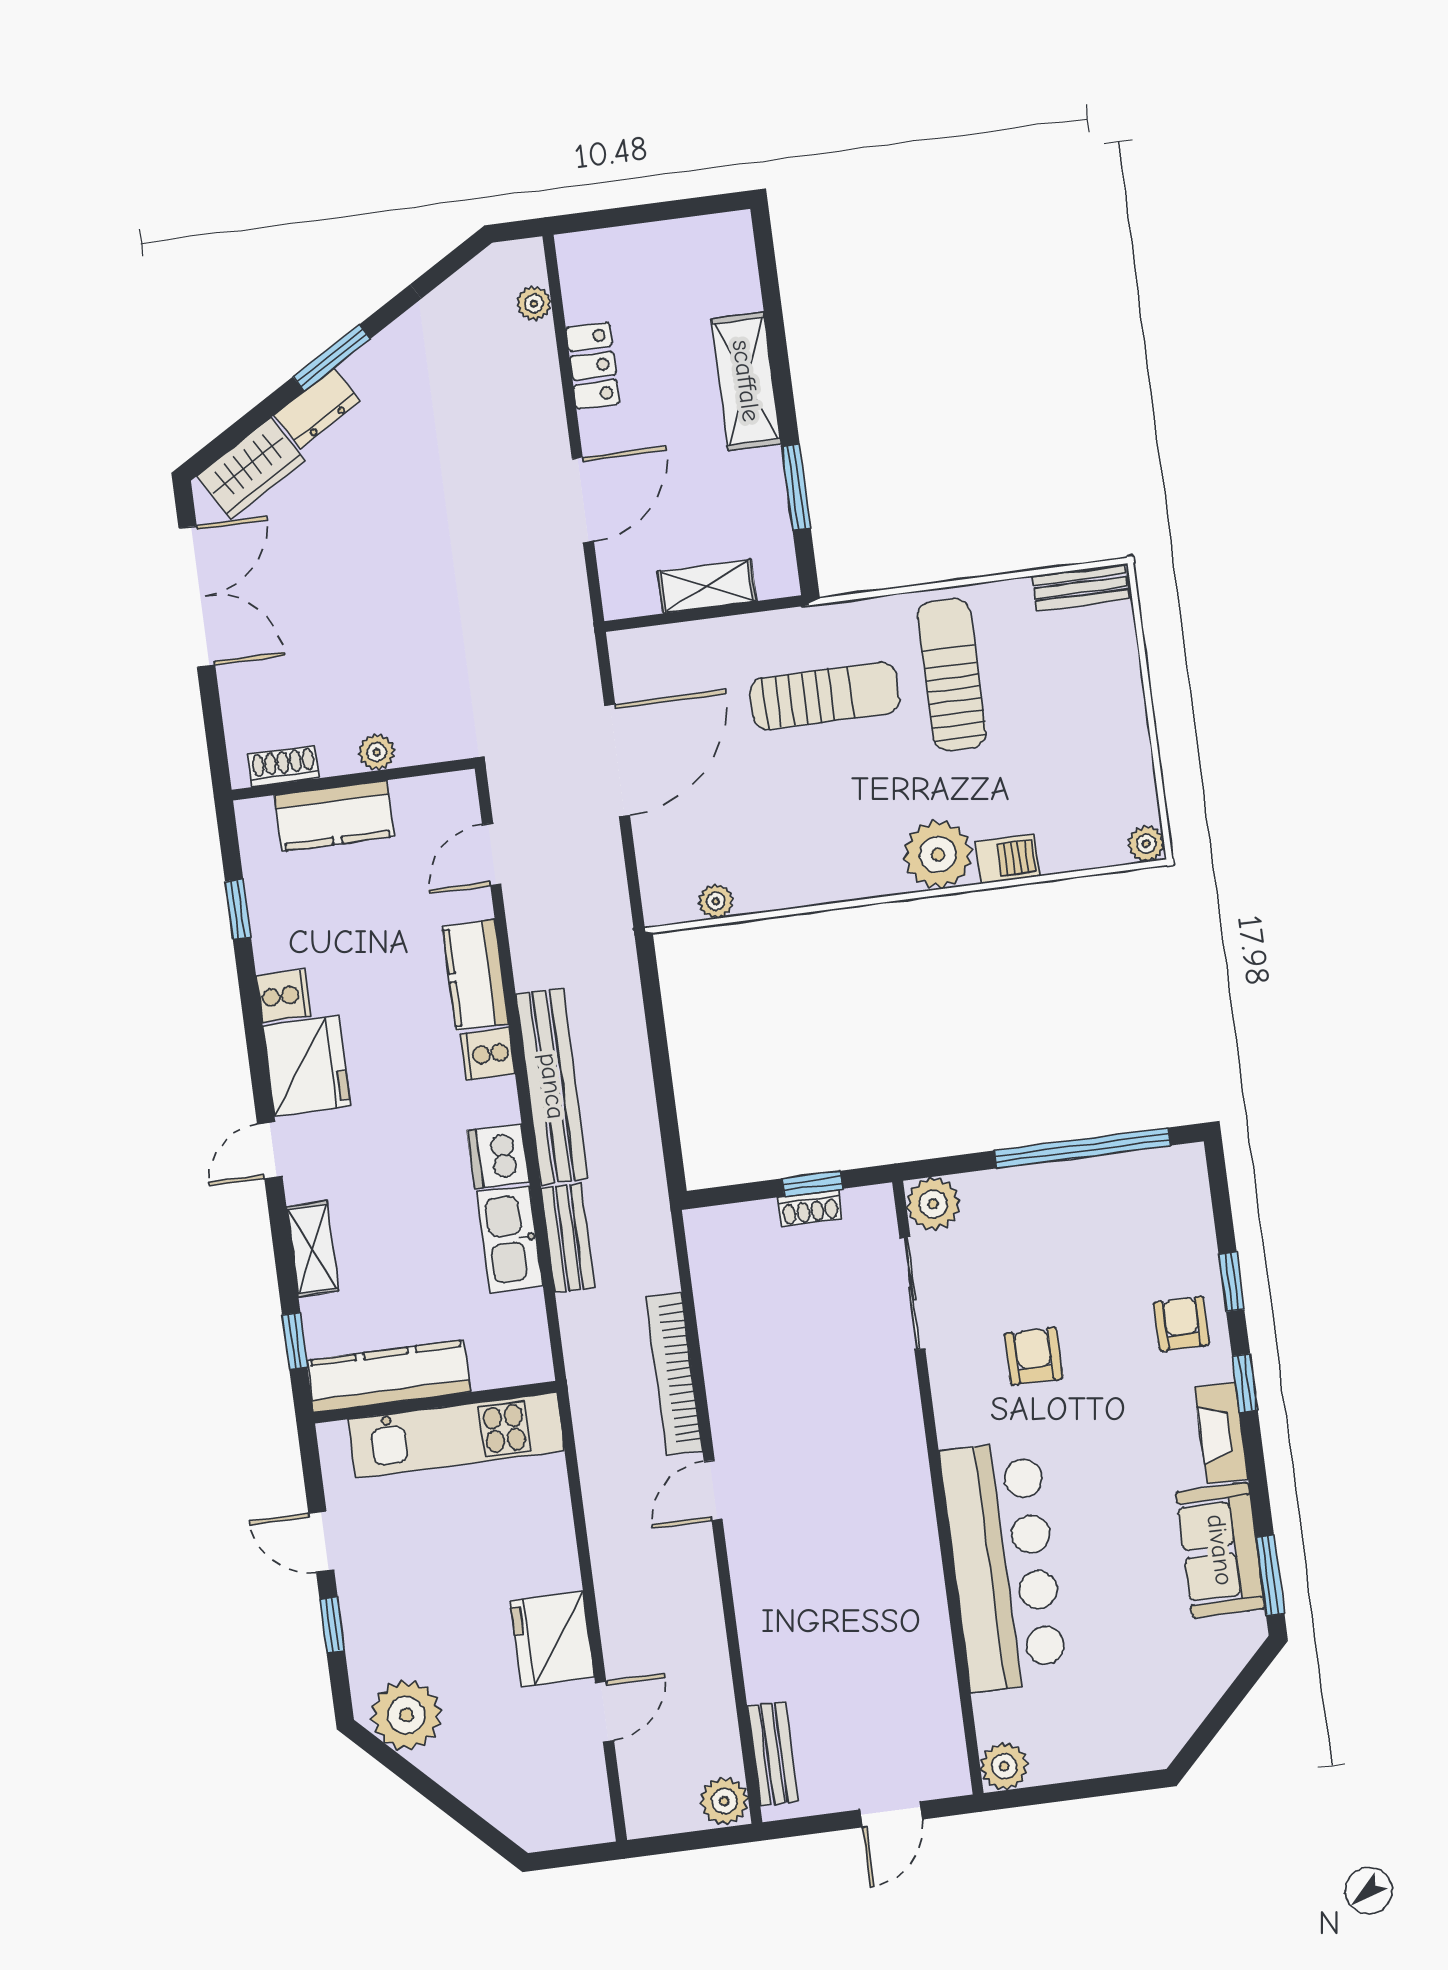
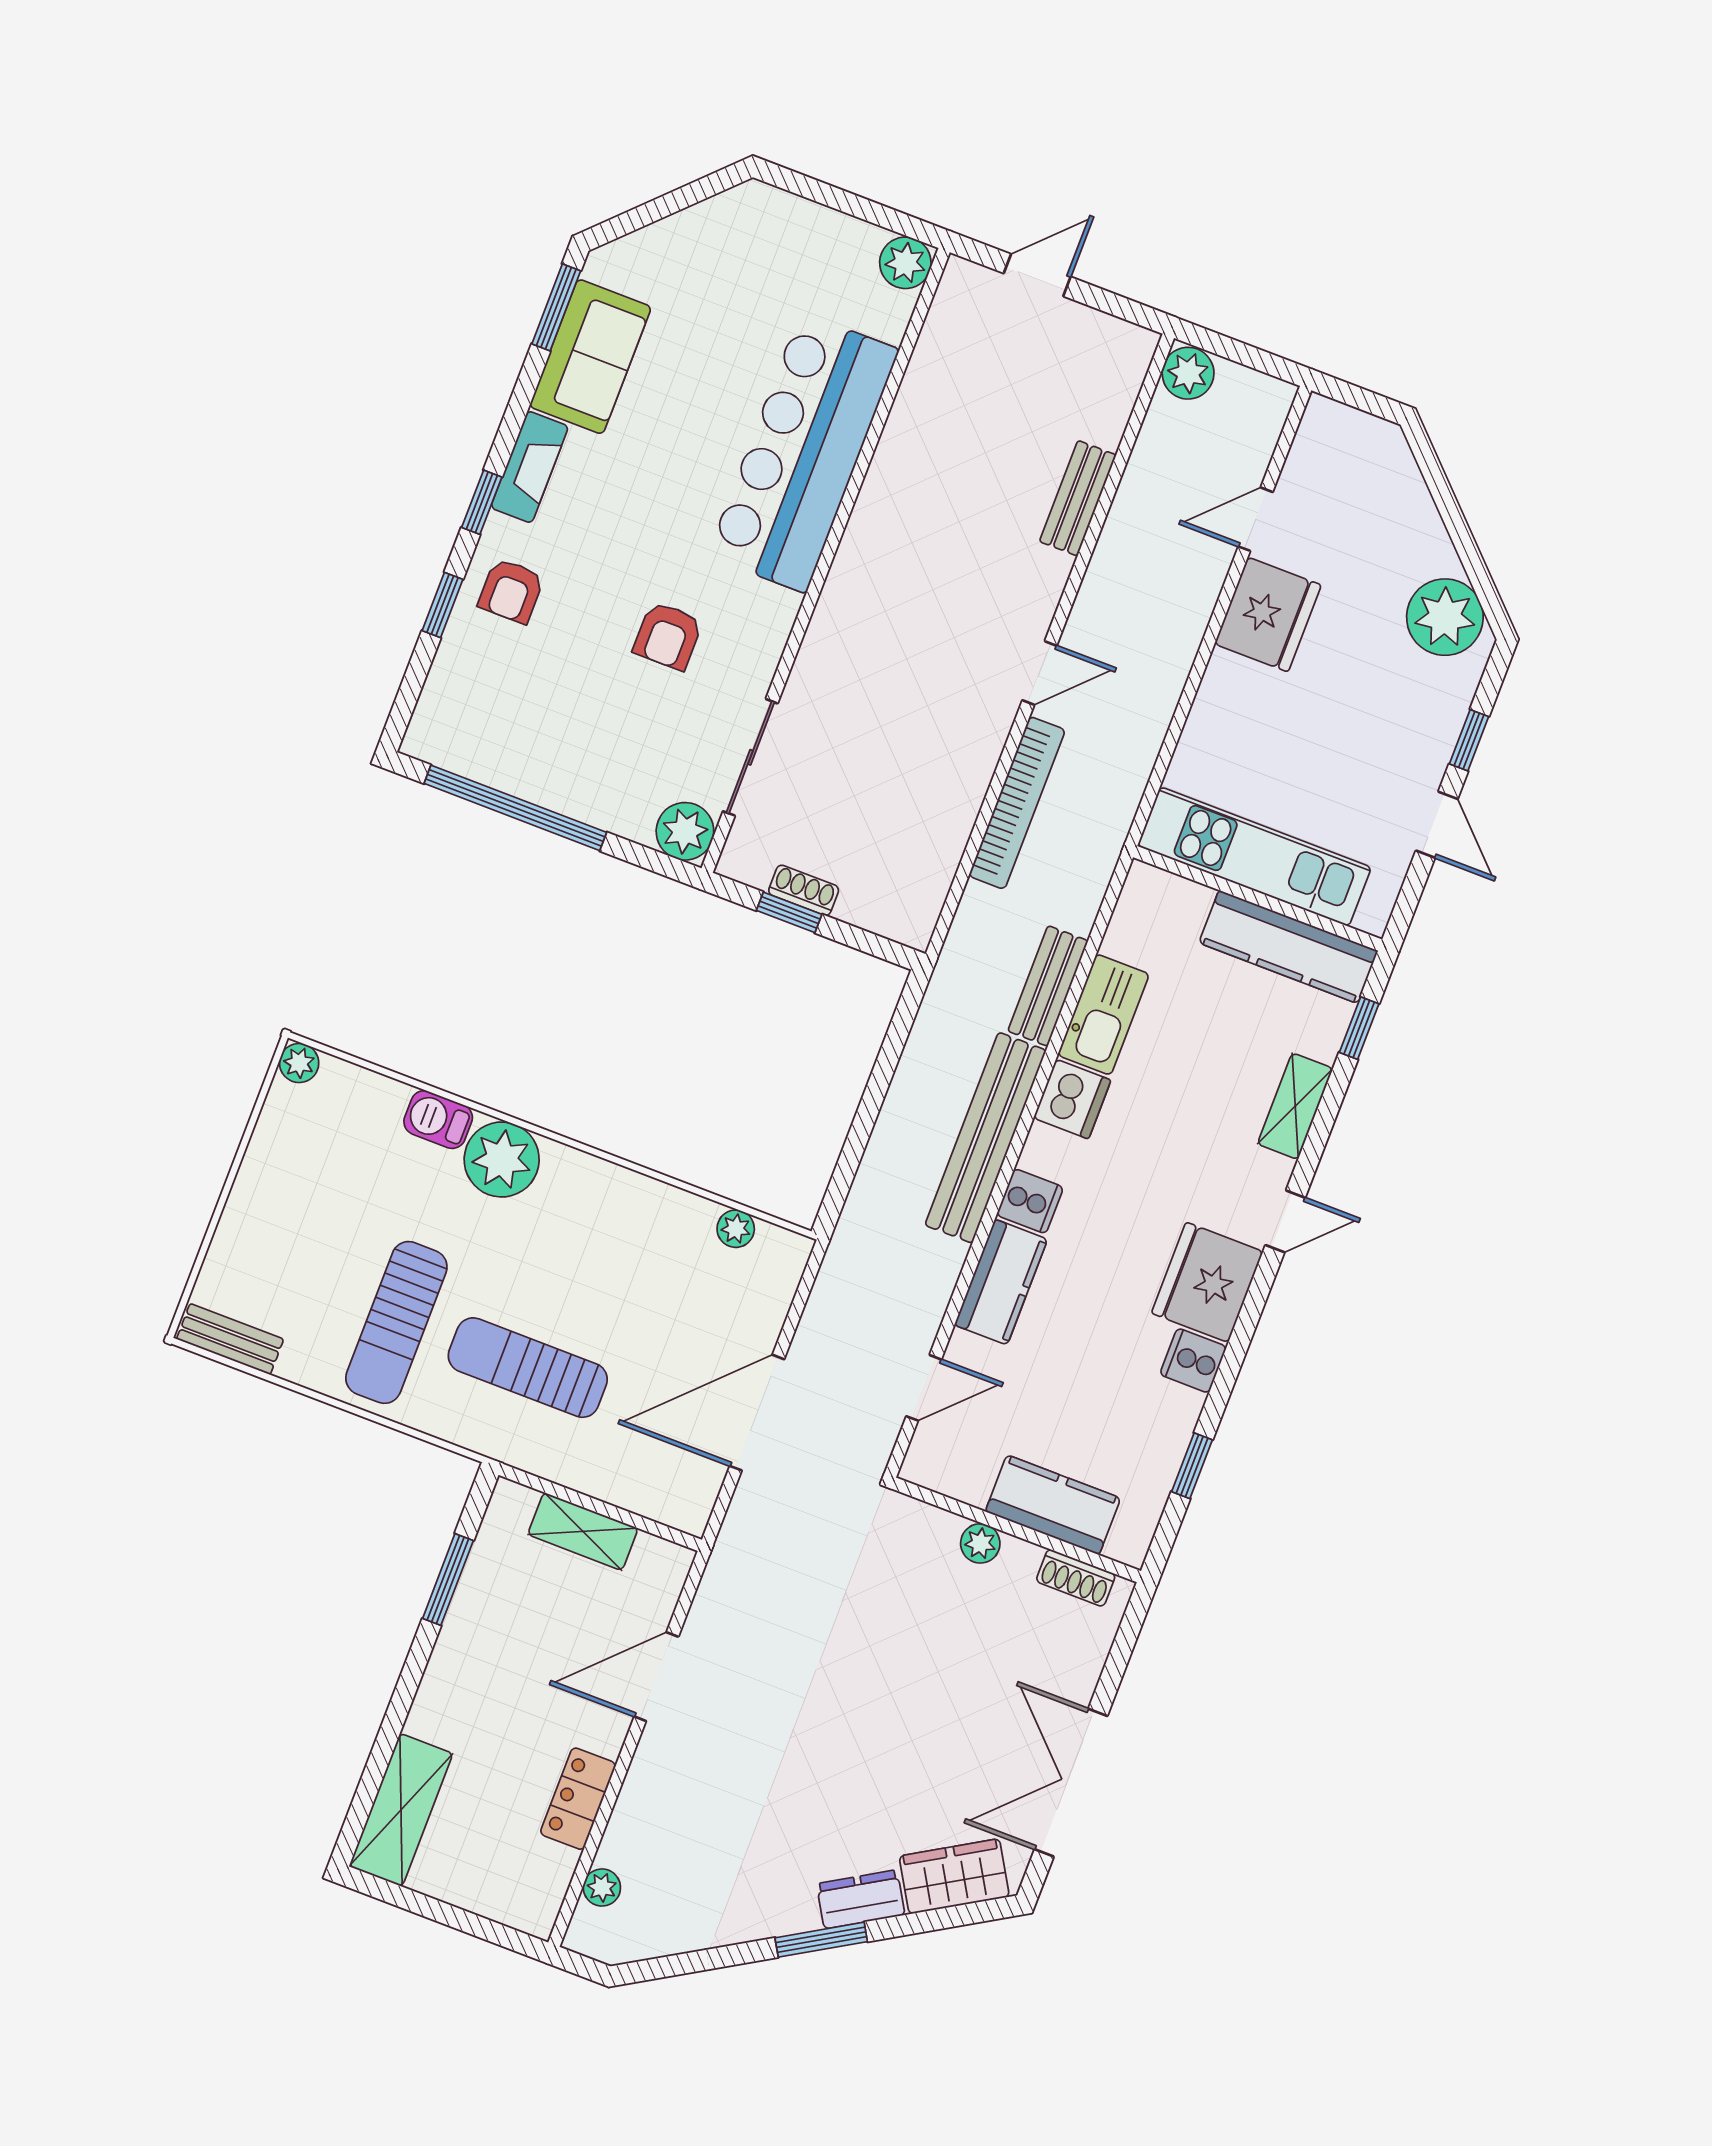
shelving: (746, 381) -> (401, 1810), moved
bench: (773, 1754) -> (1078, 498), moved

